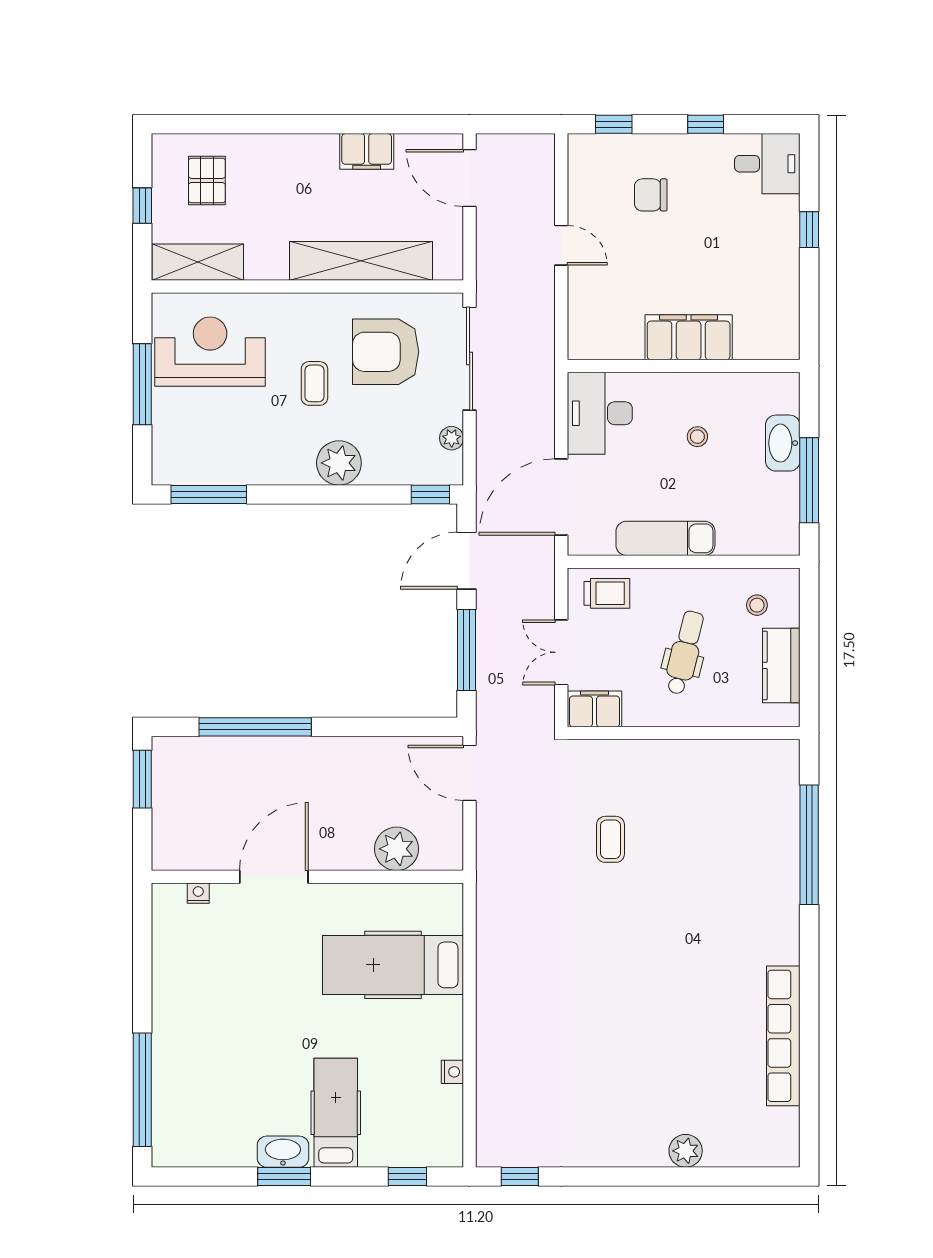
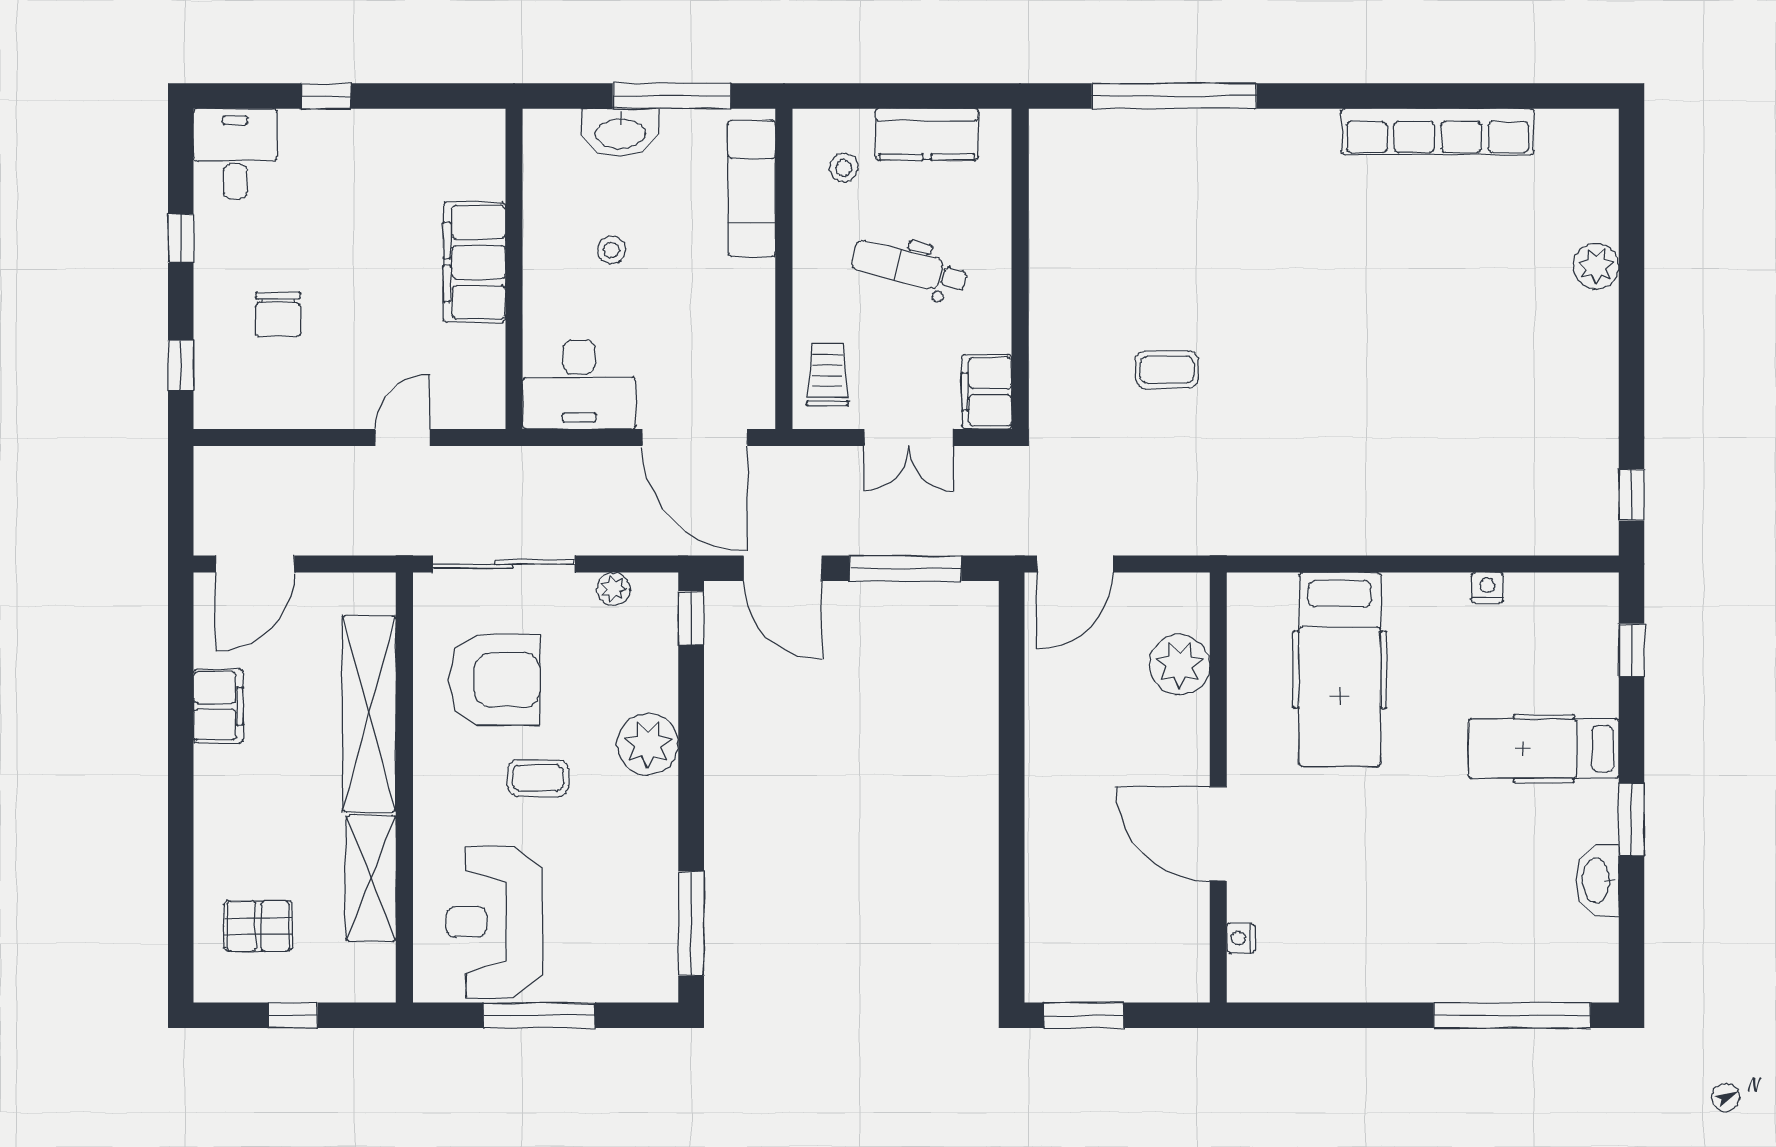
door: (561, 245) -> (403, 438), moved
shelving: (198, 262) -> (371, 878), moved
armchair: (386, 352) -> (494, 680), turned -90
exam couch: (665, 538) -> (752, 188), moved
window: (255, 727) -> (1012, 860), removed
washbasin: (283, 1152) -> (1597, 880), moved

